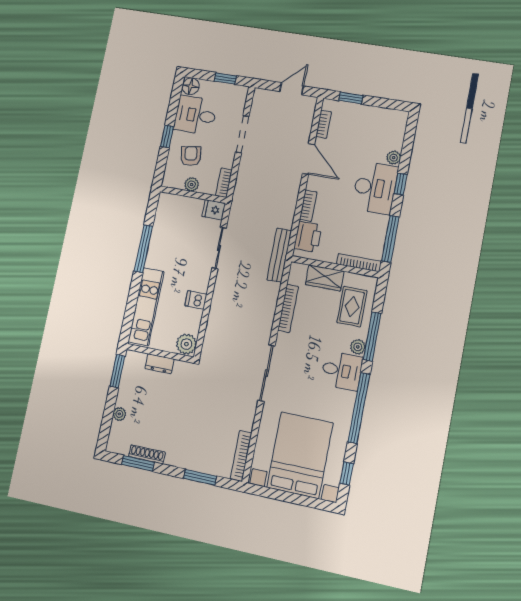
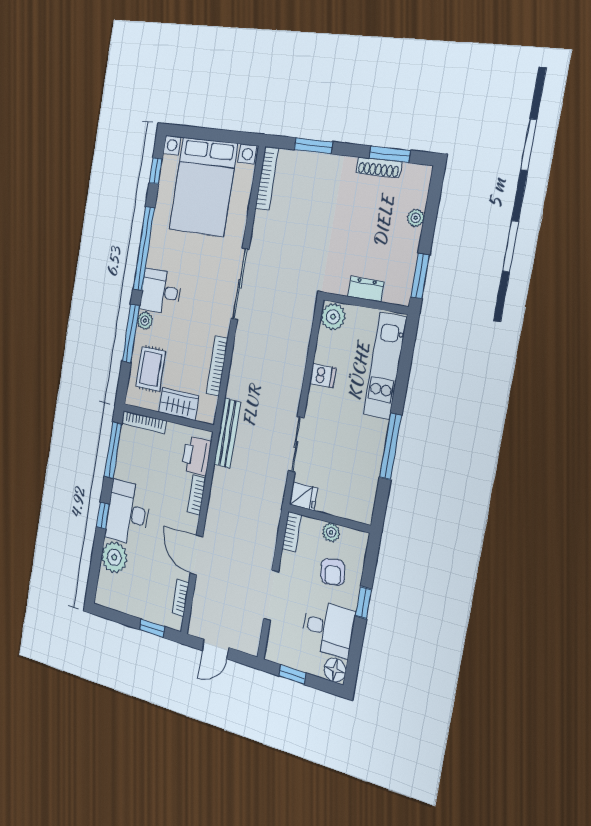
plant: (394, 158) -> (114, 557), width x1.88, depth x1.88

